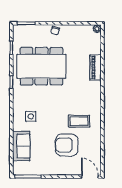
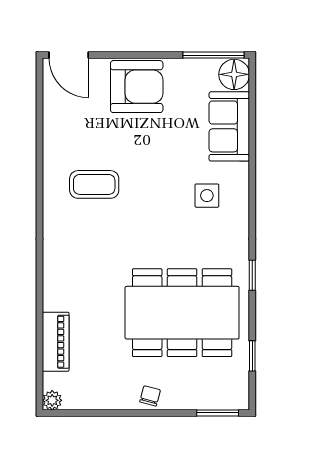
piano: (96, 67) -> (56, 342), moved
armchair: (67, 145) -> (137, 87), moved
floor lamp: (19, 168) -> (234, 74), added

